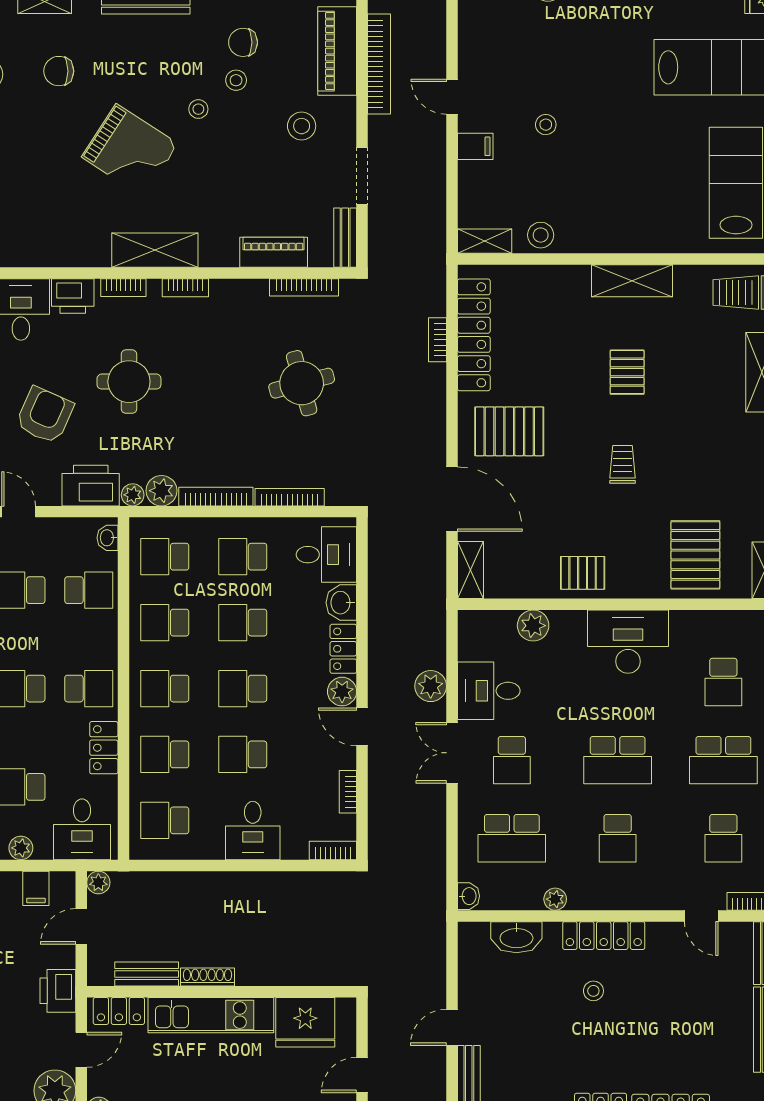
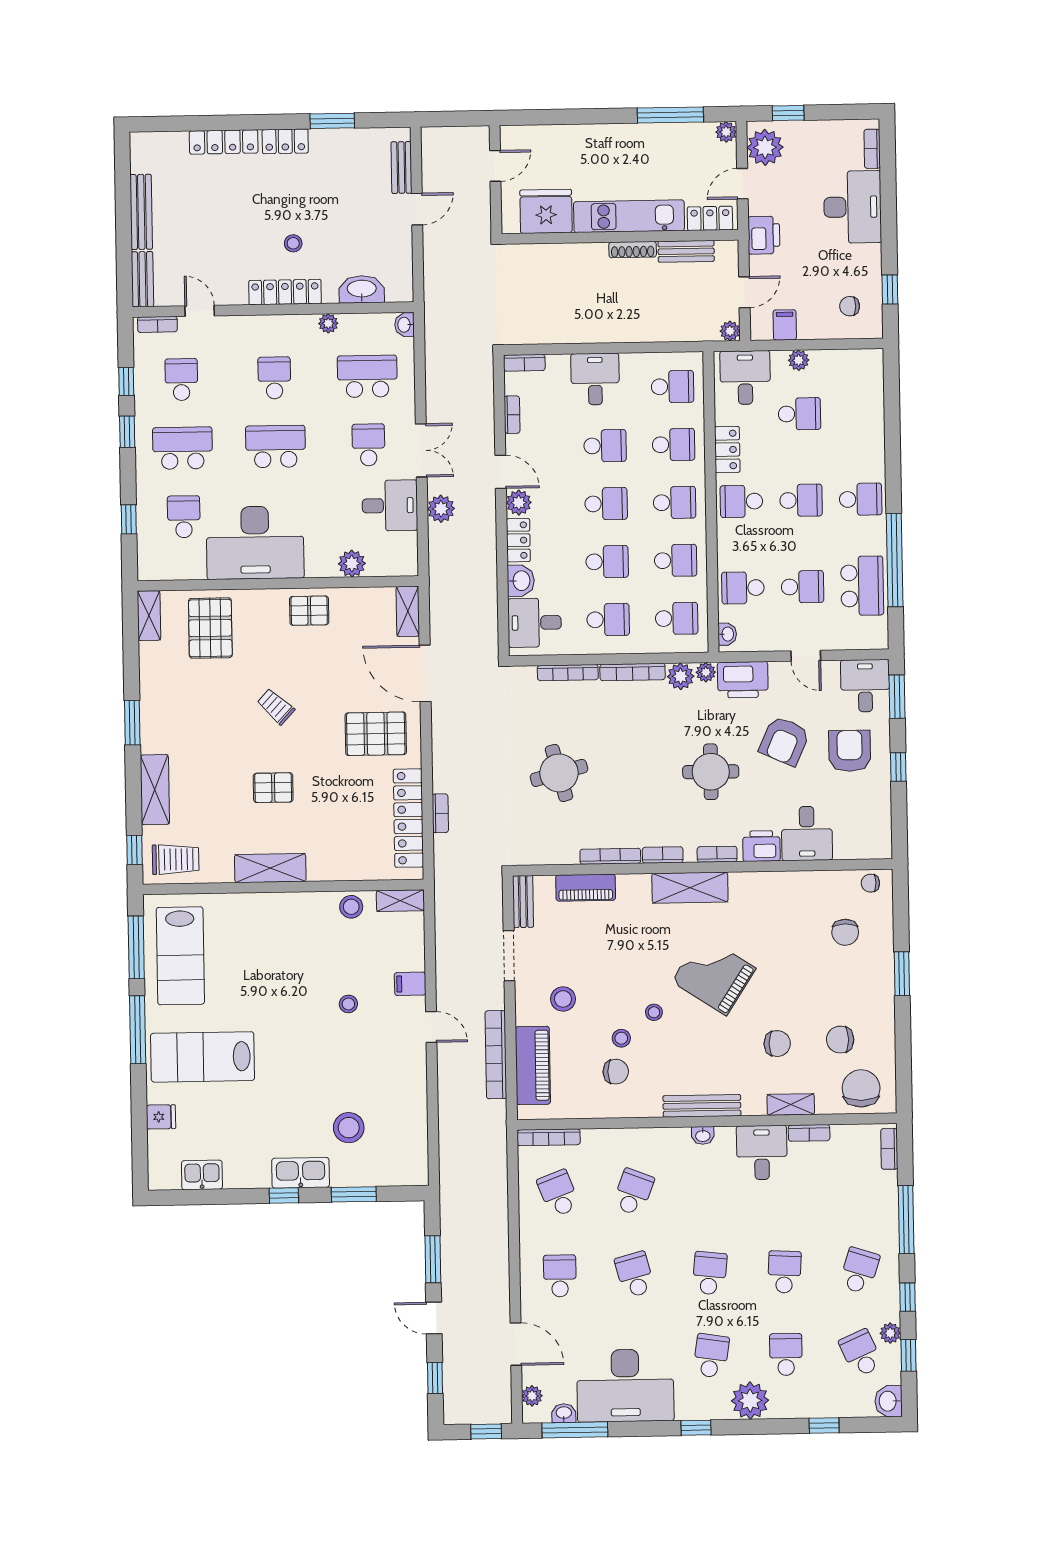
bookcase: (304, 287) -> (610, 856), moved
pallet: (627, 372) -> (273, 788), turned 90
trolley: (622, 464) -> (276, 706), turned 133
desk: (628, 642) -> (255, 543), width x1.36, depth x1.30

